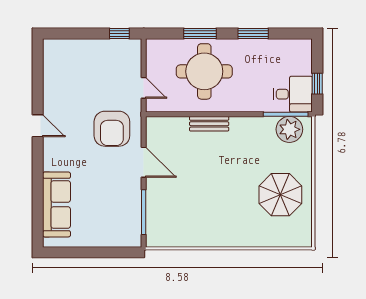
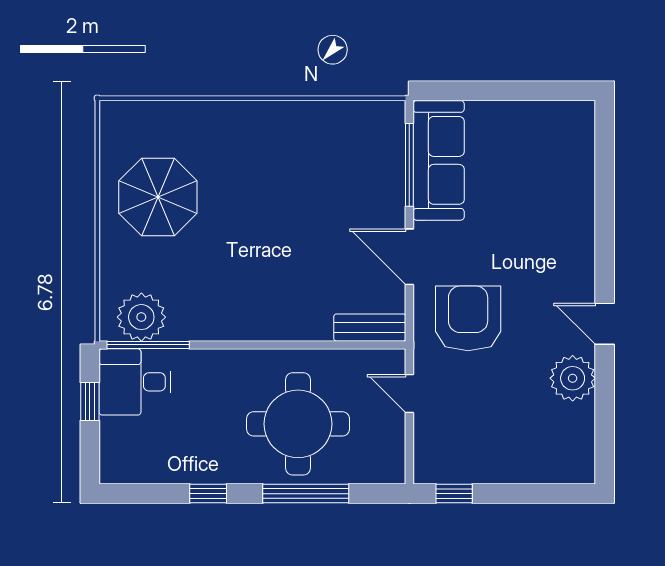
window: (200, 34) -> (306, 494), width x1.44
window: (253, 34) -> (208, 494), width x0.67
plant: (55, 96) -> (573, 378), added
bench: (209, 124) -> (370, 328), moved
sofa: (57, 204) -> (439, 160), moved, turned 180

